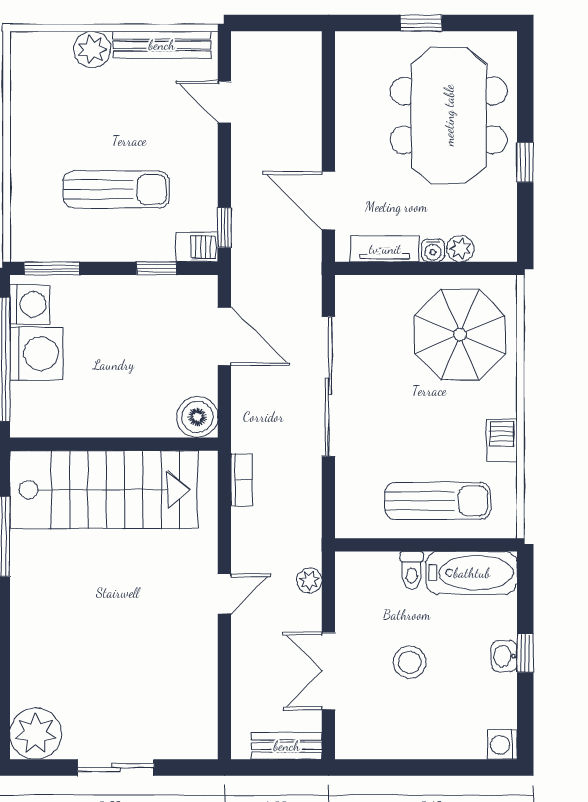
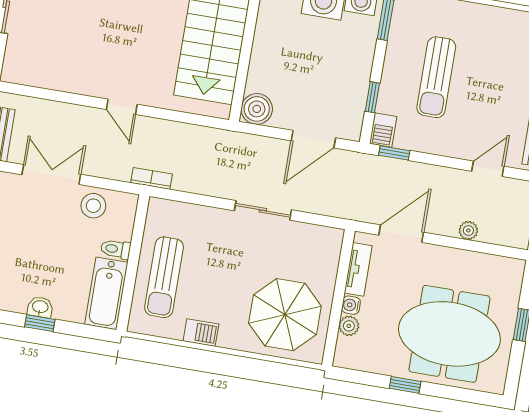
sliding door: (328, 386) -> (263, 210), width x0.54
bookcase: (241, 480) -> (151, 178), moved, turned 180
plant: (309, 581) -> (468, 230), moved
stool: (410, 662) -> (93, 206), moved

